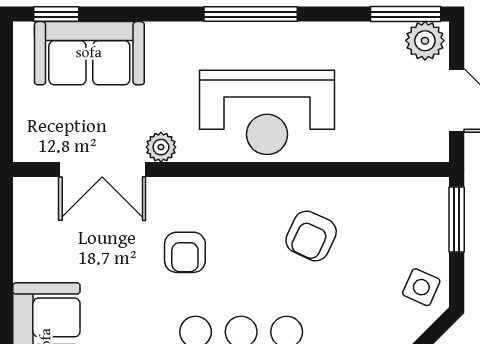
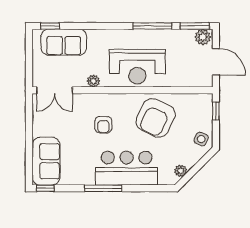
window: (251, 14) -> (152, 26), moved
double door: (102, 169) -> (54, 90), moved
window: (457, 220) -> (216, 111), width x0.67
armchair: (311, 236) -> (156, 118), width x1.88, depth x1.88

